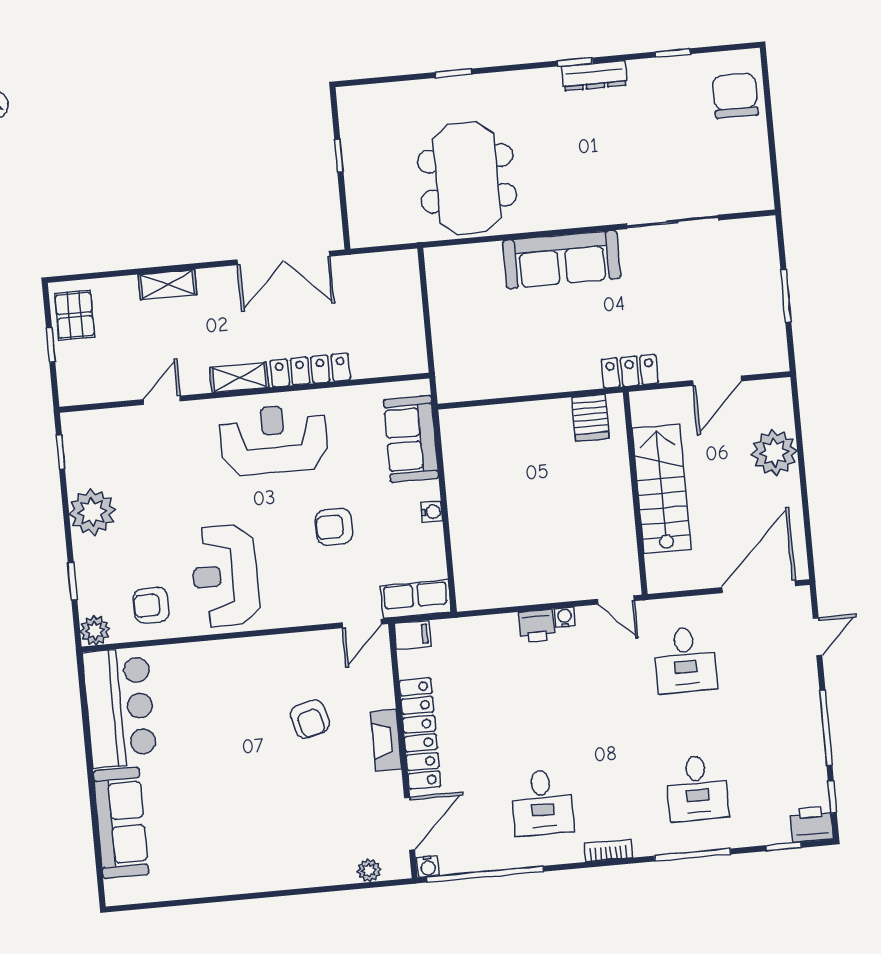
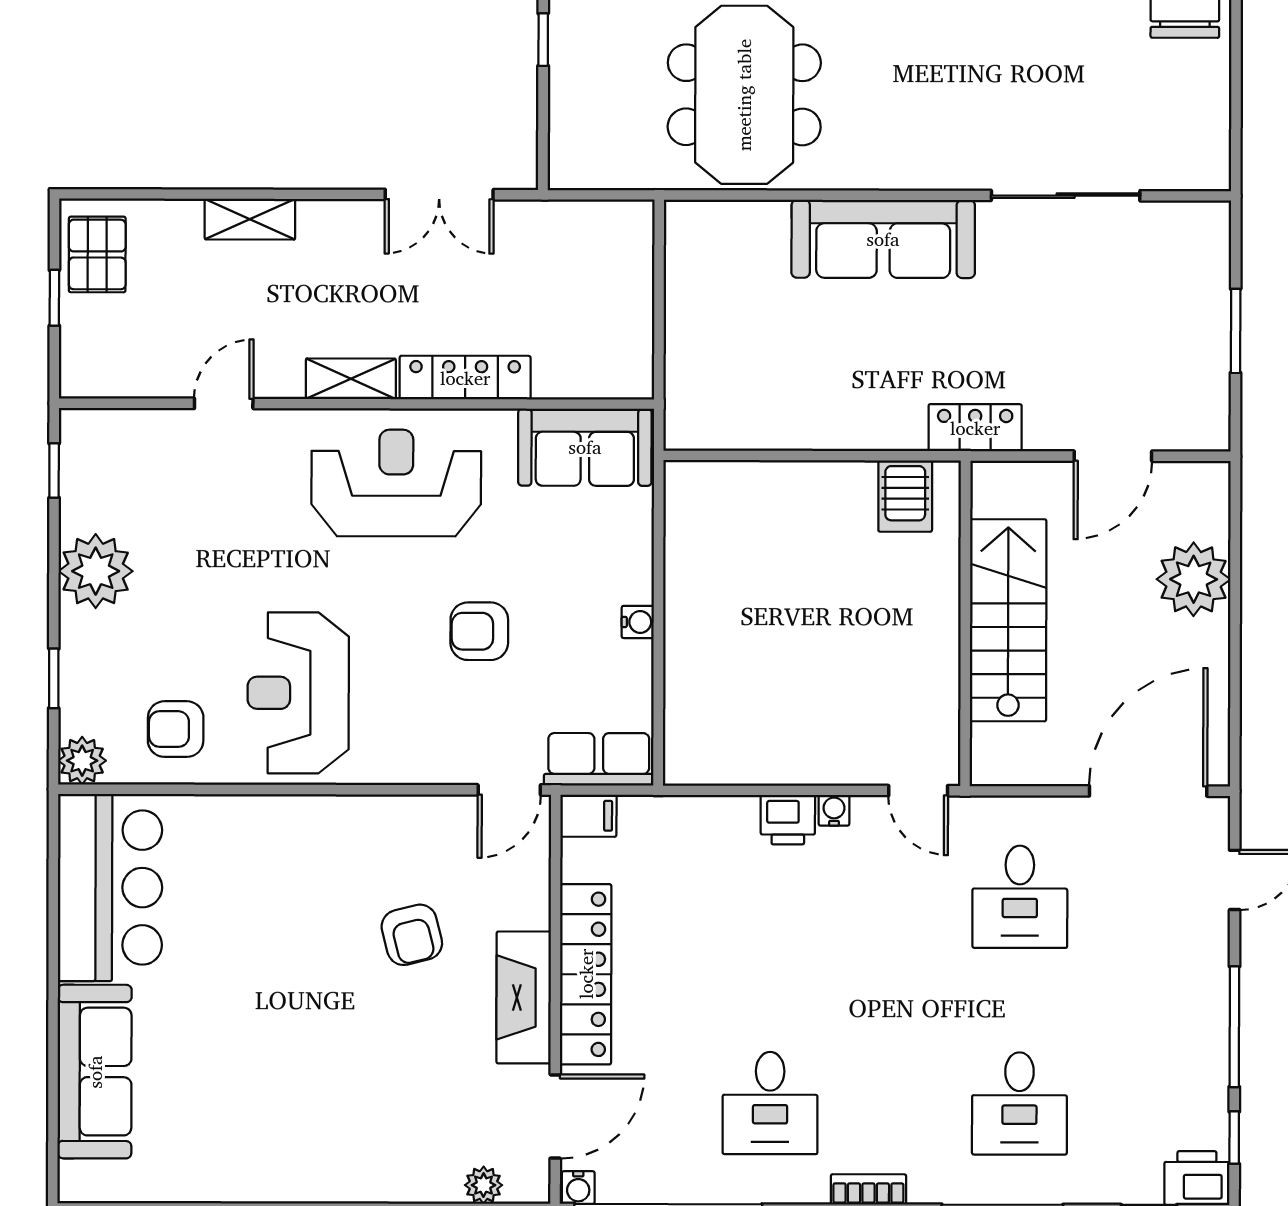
double door: (283, 258) -> (439, 195), width x0.73
sofa: (411, 439) -> (585, 447), moved, turned -90
fireplace: (386, 740) -> (524, 997), width x1.37, depth x1.32

